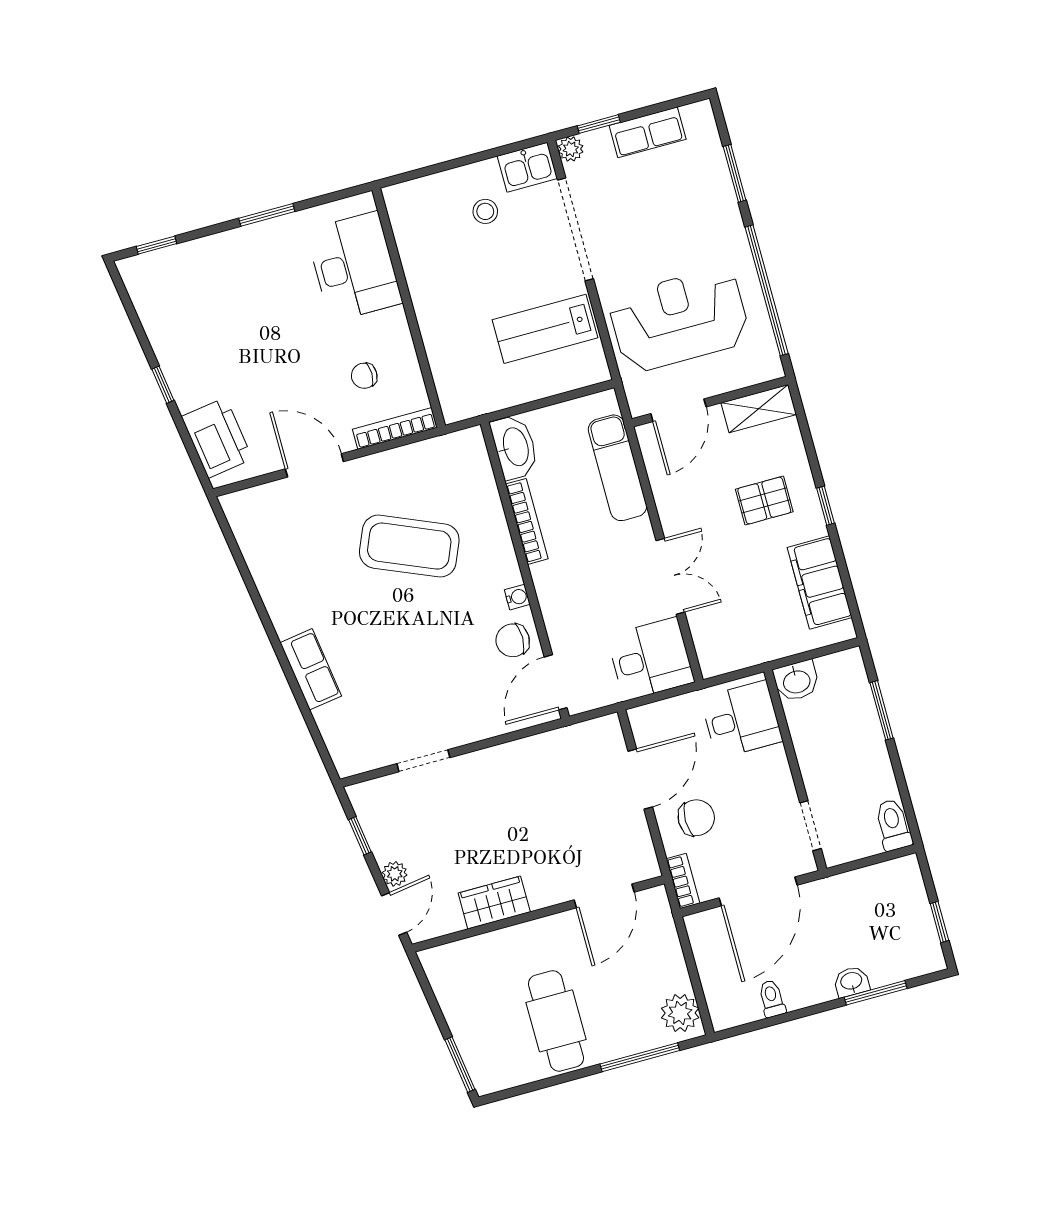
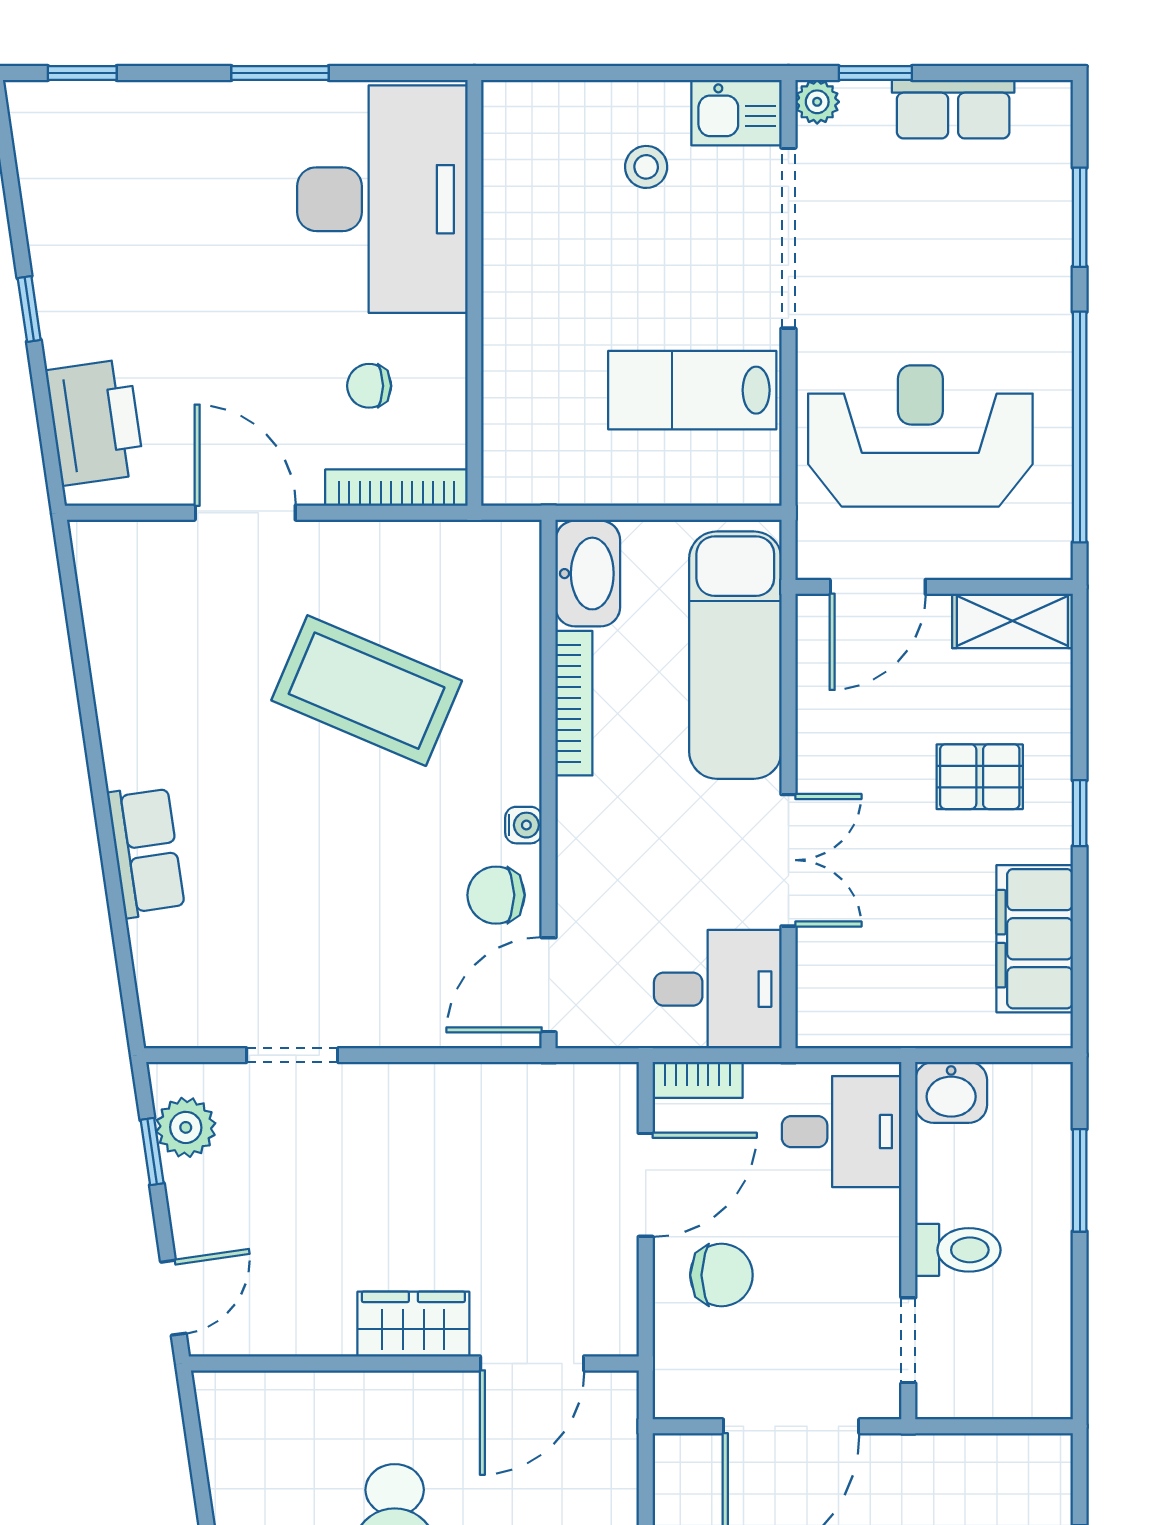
desk: (354, 267) -> (382, 199), width x1.36, depth x1.30
exam couch: (618, 468) -> (735, 655), width x1.36, depth x1.45
toilet: (893, 825) -> (958, 1250), moved, turned 90
plant: (395, 874) -> (186, 1127), moved, width x1.38, depth x1.38
bookcase: (683, 881) -> (698, 1080), moved, turned 90
wardrobe: (494, 902) -> (413, 1324), moved

